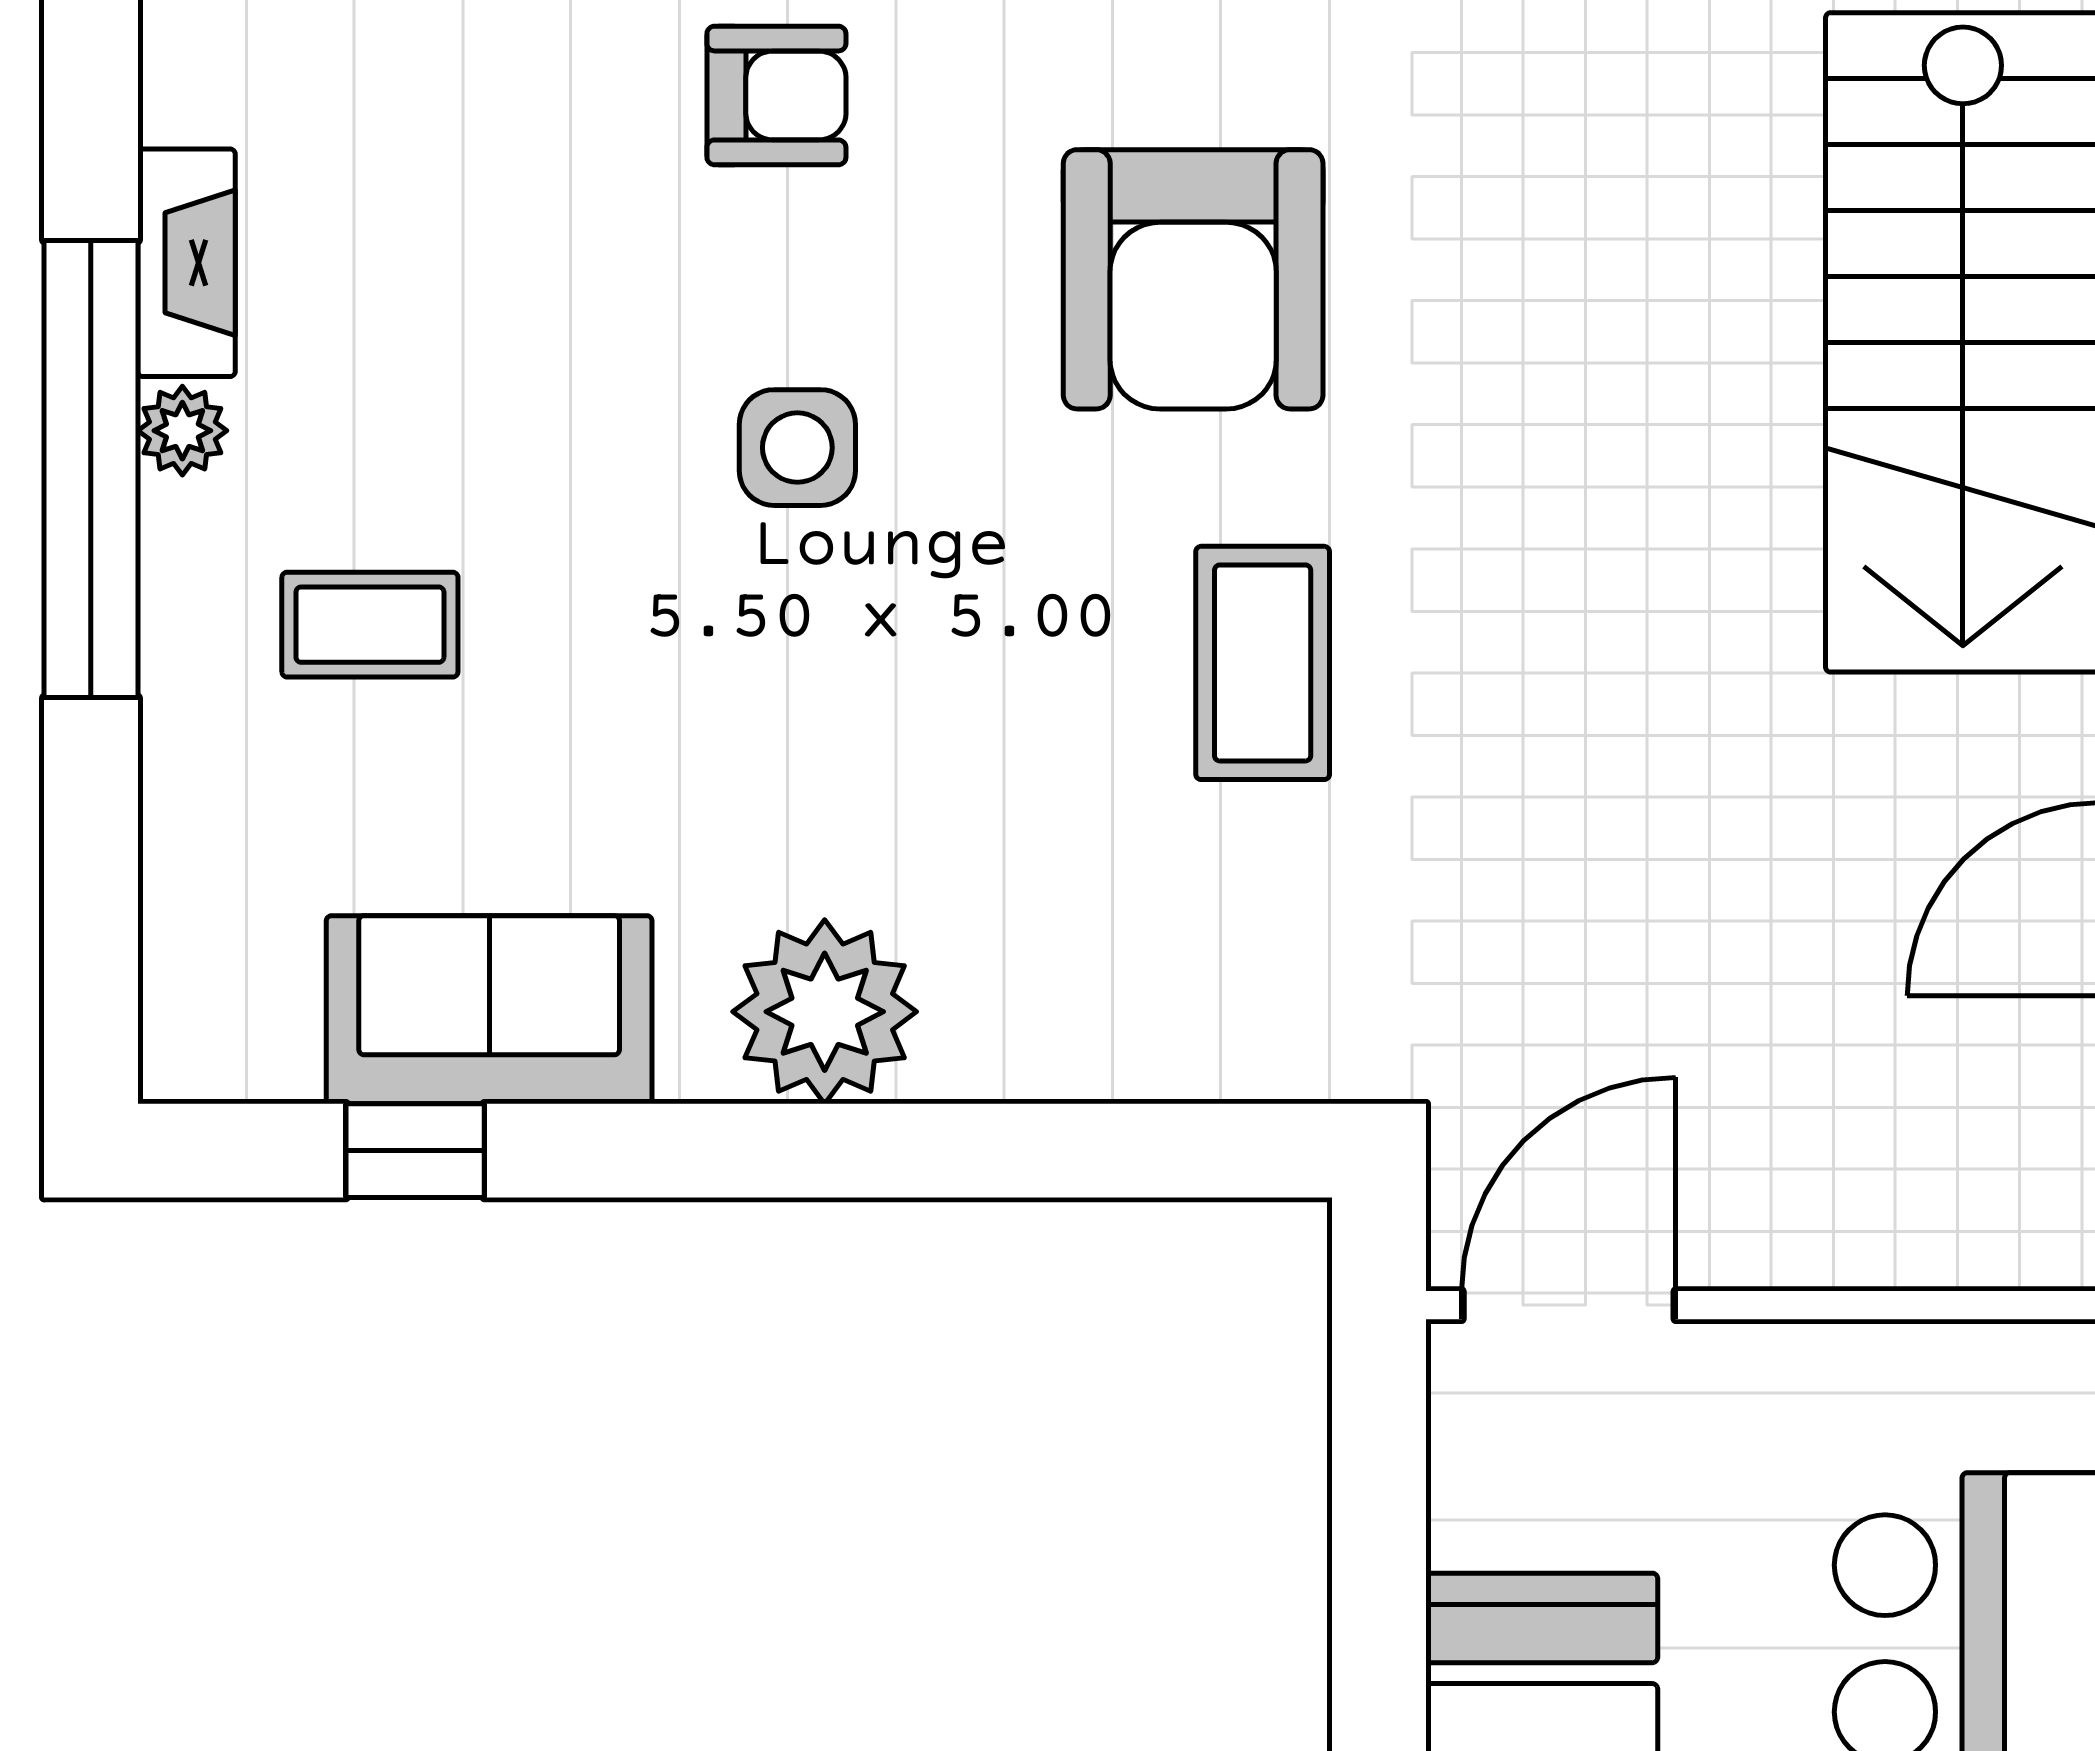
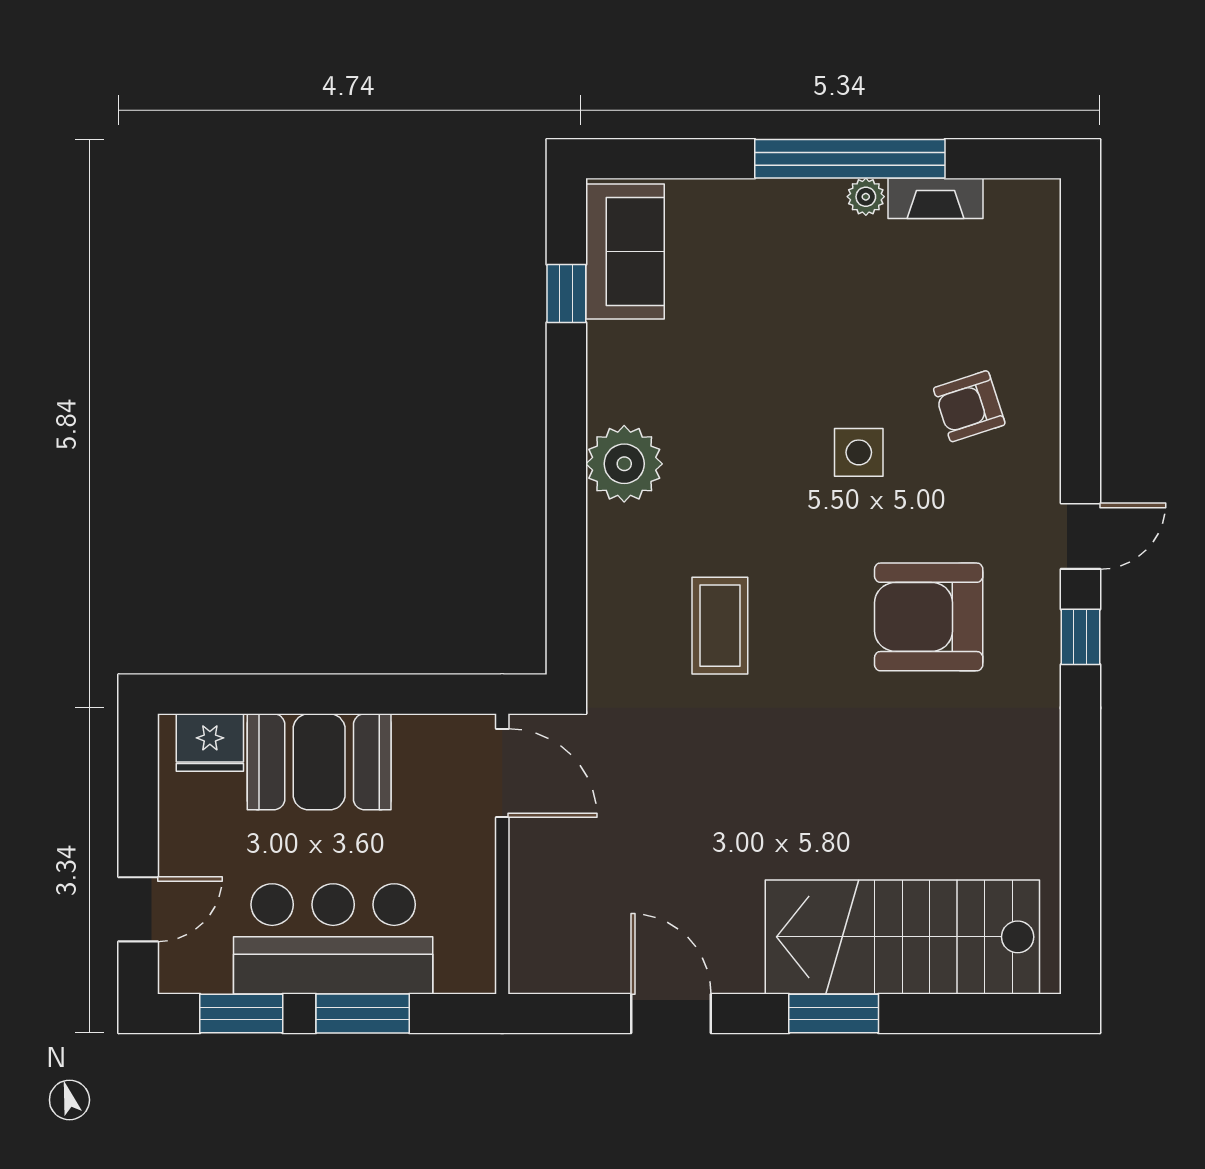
armchair: (776, 95) -> (969, 406), moved, turned 72
coffee table: (370, 625) -> (785, 275), removed
coffee table: (1263, 663) -> (720, 626), moved, turned 90
sofa: (489, 1010) -> (625, 252), moved

